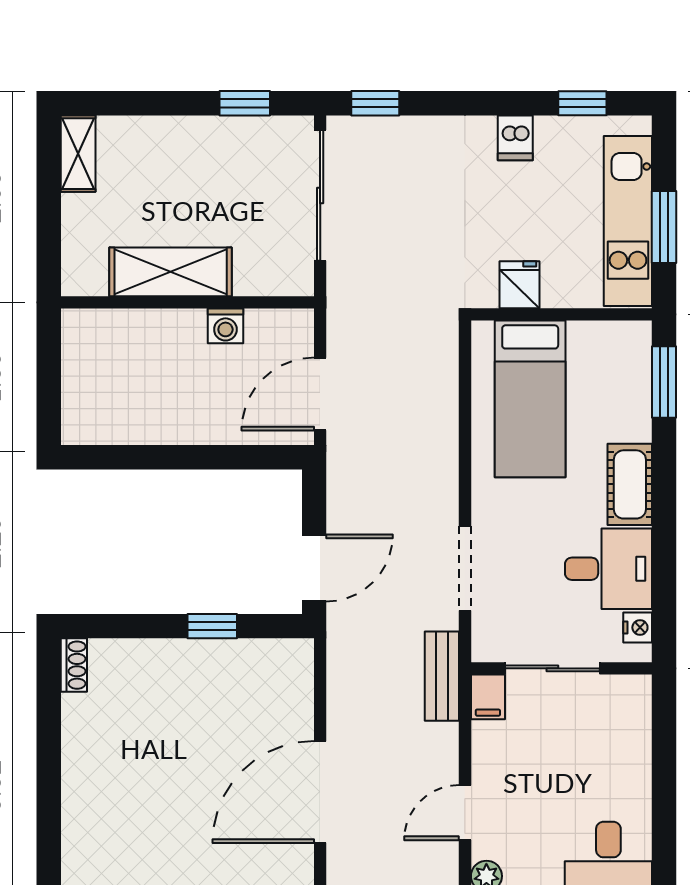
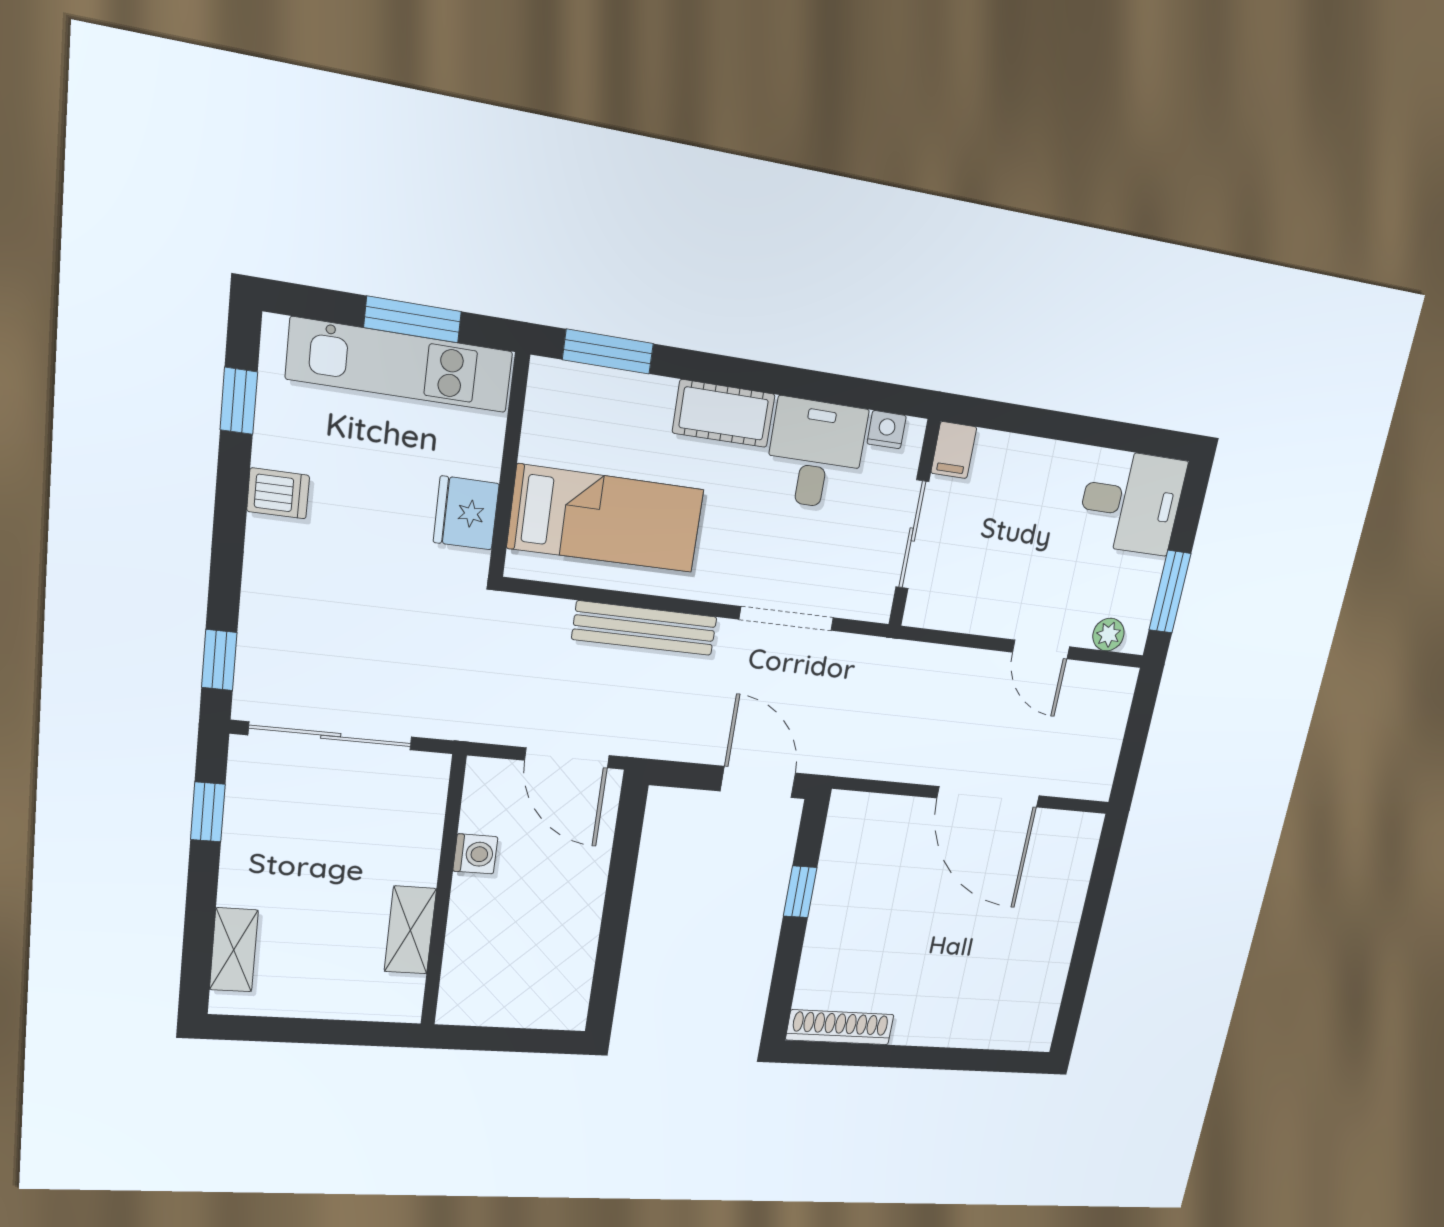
shelving: (78, 154) -> (234, 950), moved, turned 90
shelving: (171, 272) -> (410, 930), width x0.67, depth x0.75
fridge: (520, 285) -> (466, 513), width x1.38
shoe rack: (74, 665) -> (840, 1027), width x1.94, depth x1.24
bench: (442, 676) -> (645, 628), moved, width x1.36
filing cabinet: (488, 697) -> (954, 450), moved, turned 90

